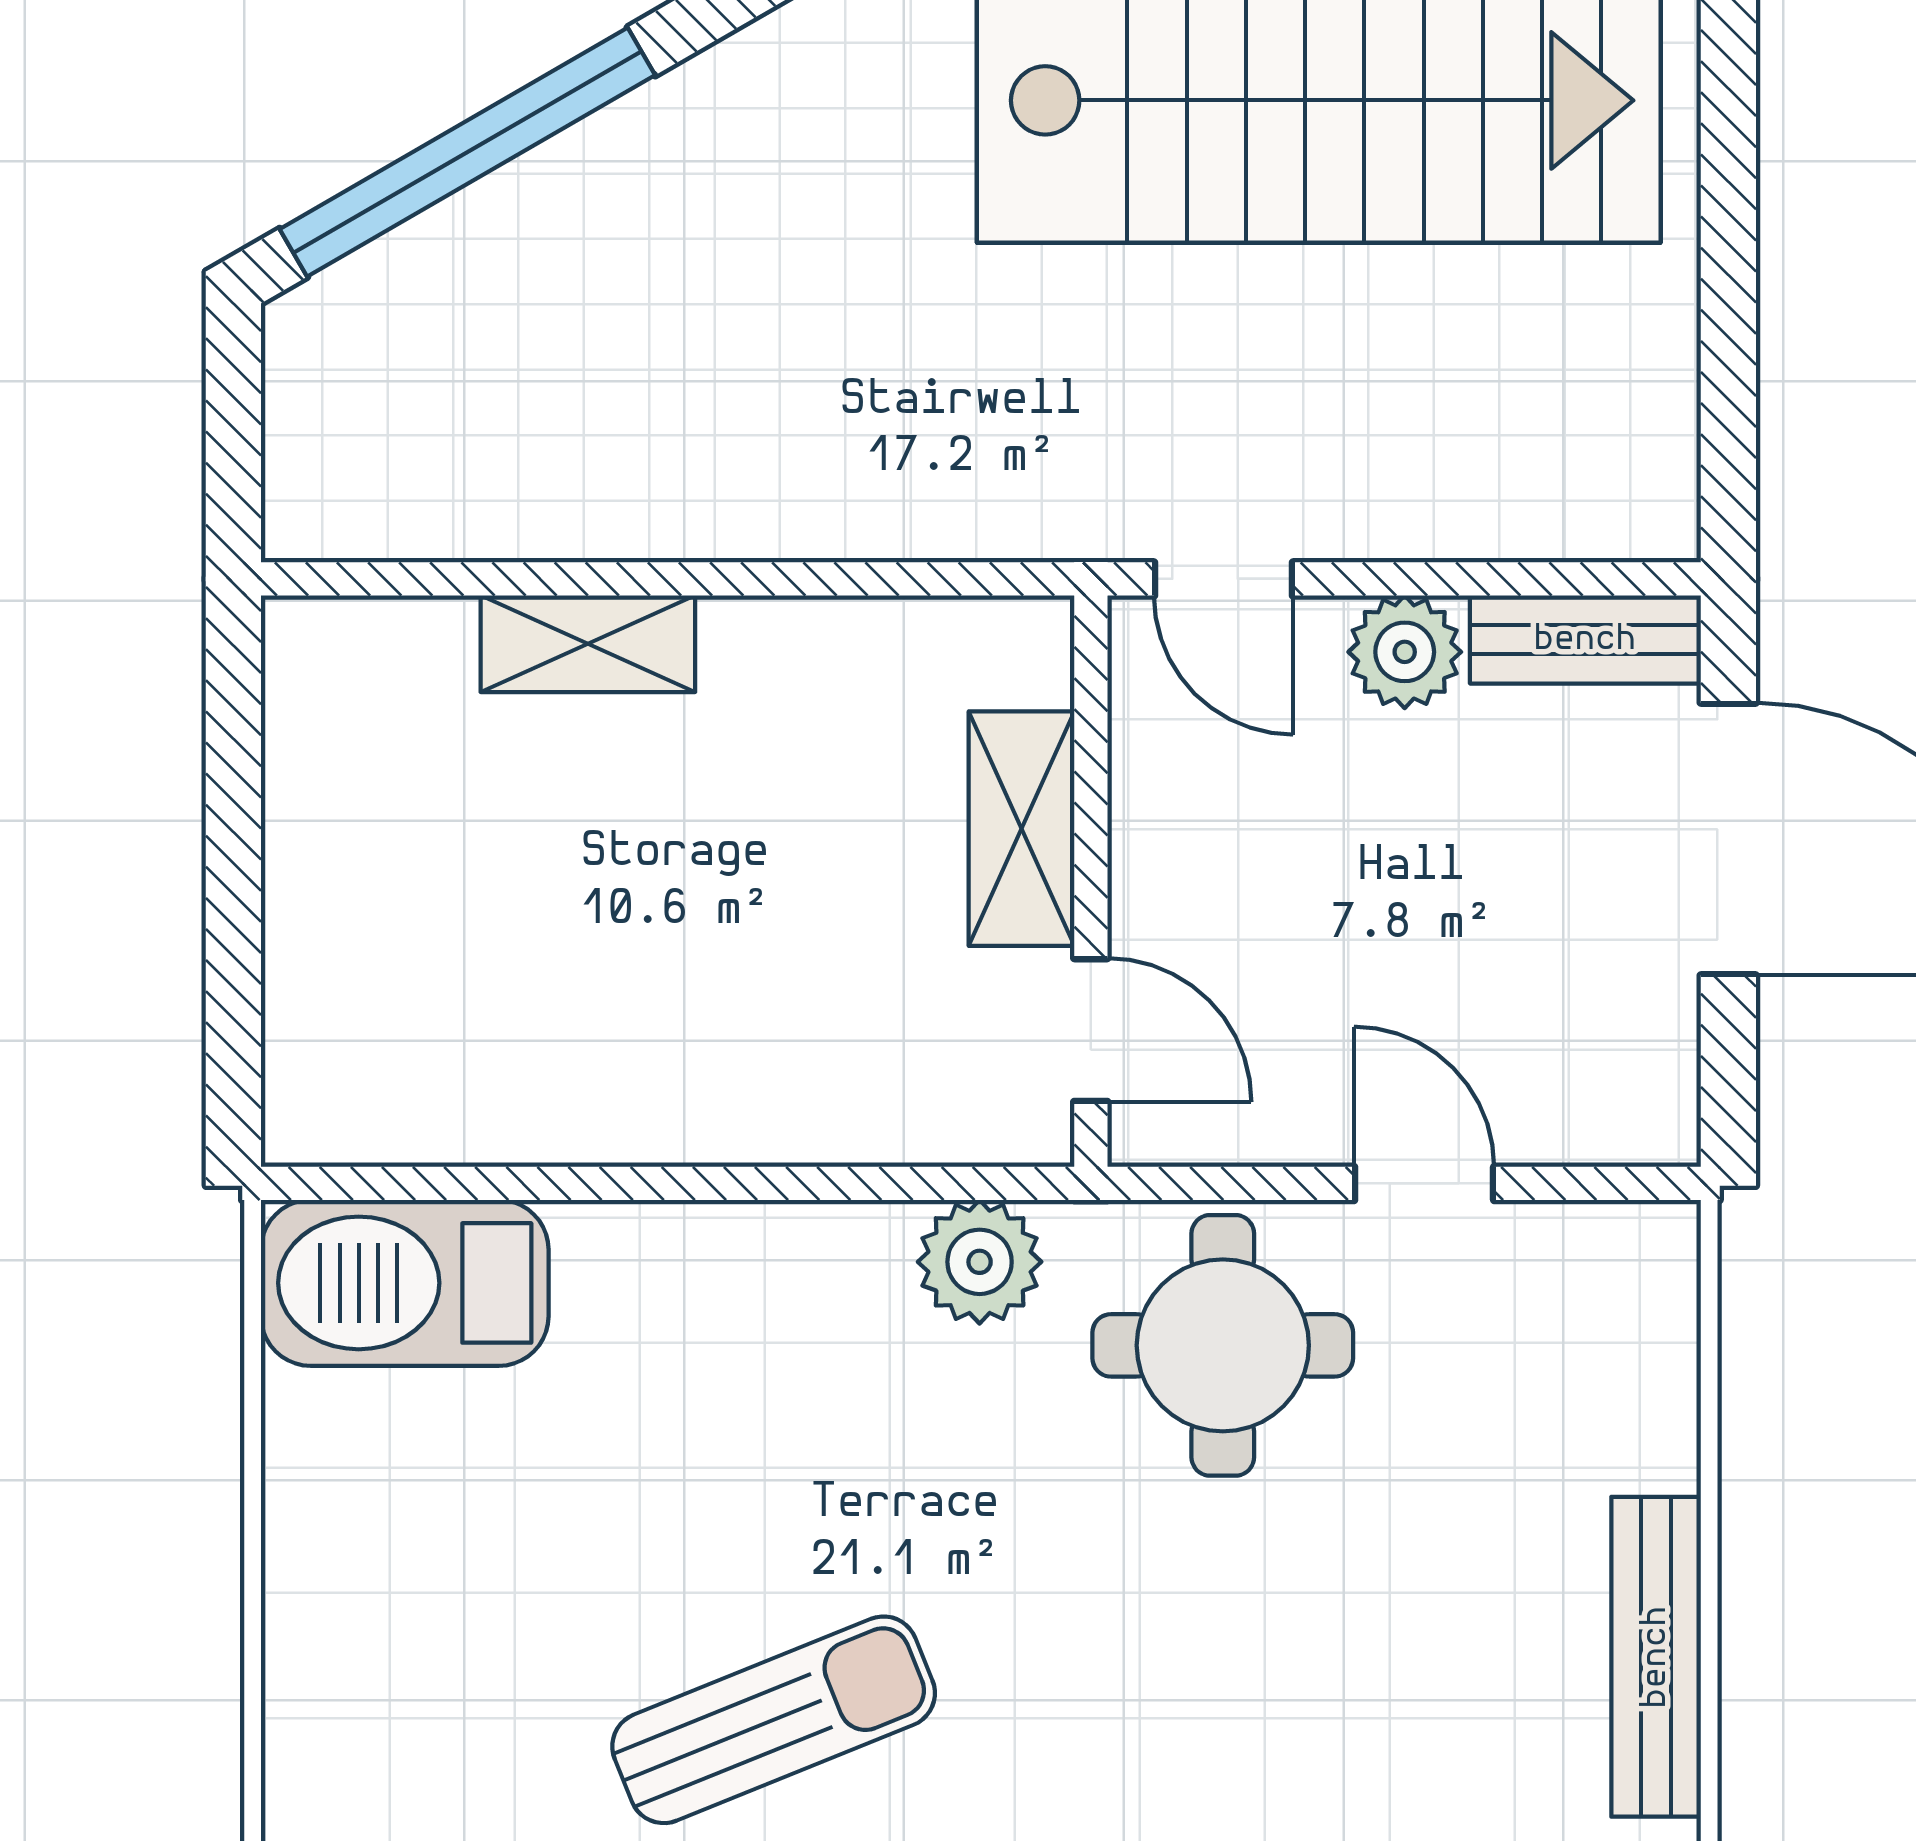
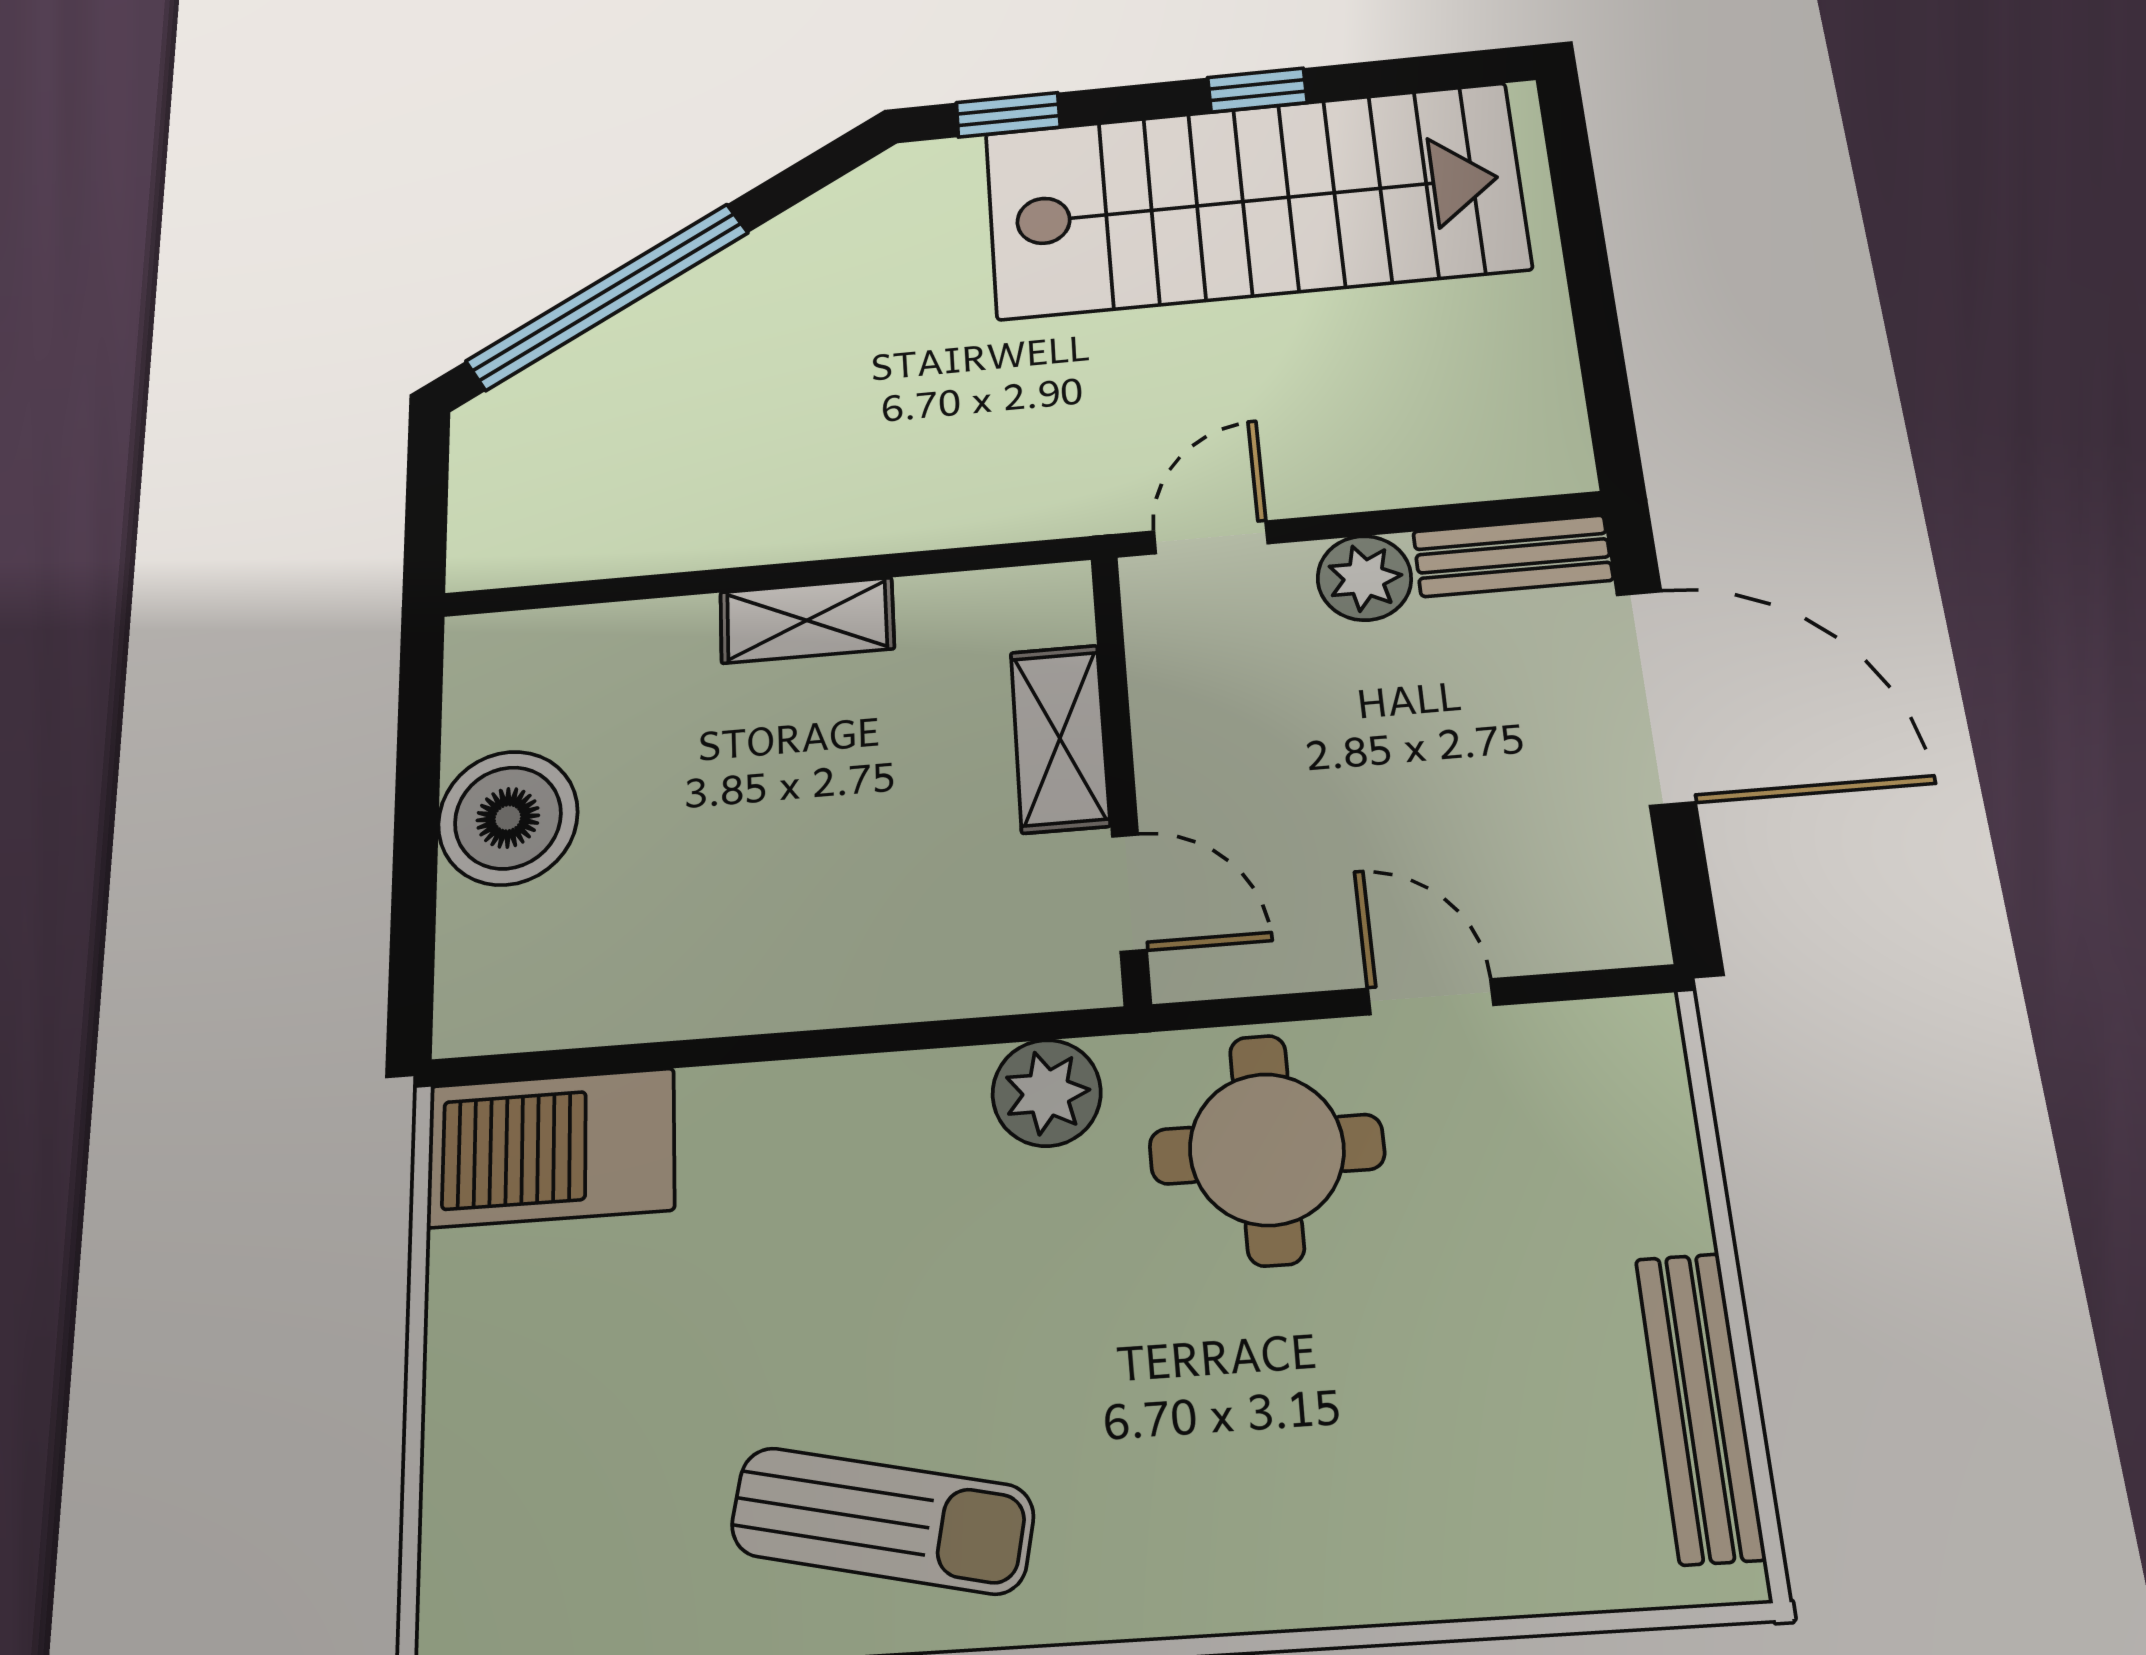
door: (1224, 579) -> (1211, 537), swing flipped
shelving: (588, 644) -> (807, 620), moved
boiler: (347, 872) -> (508, 818), added
sun lounger: (774, 1720) -> (882, 1520), turned 34

